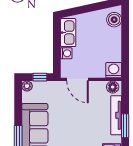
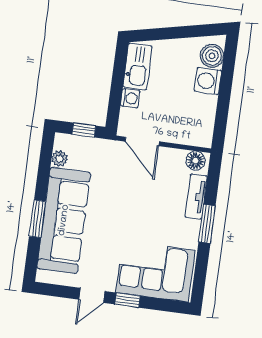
washing machine: (114, 70) -> (208, 81), moved, turned -90
plant: (27, 86) -> (60, 158), moved
tv unit: (116, 115) -> (196, 197), width x0.71

